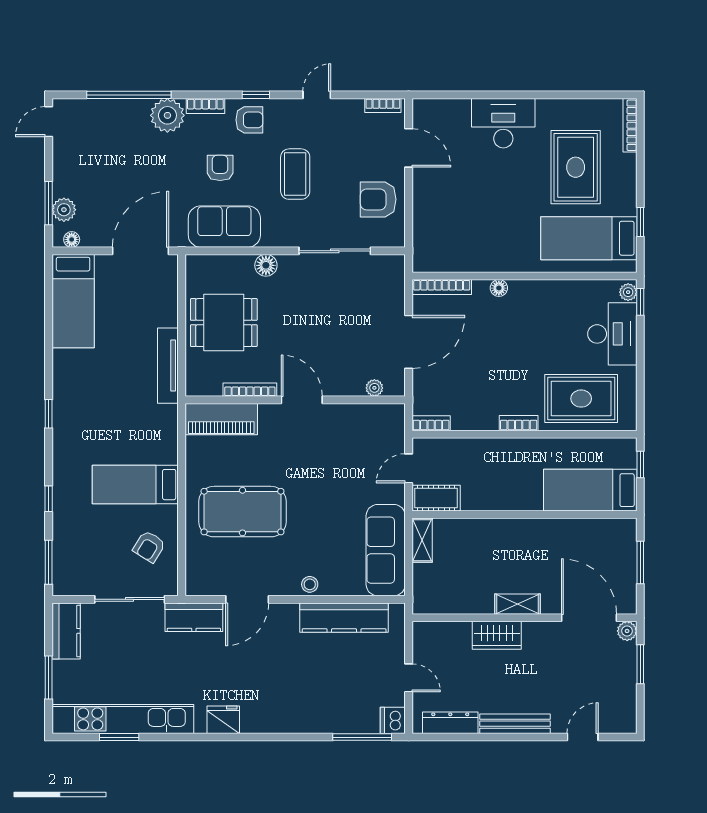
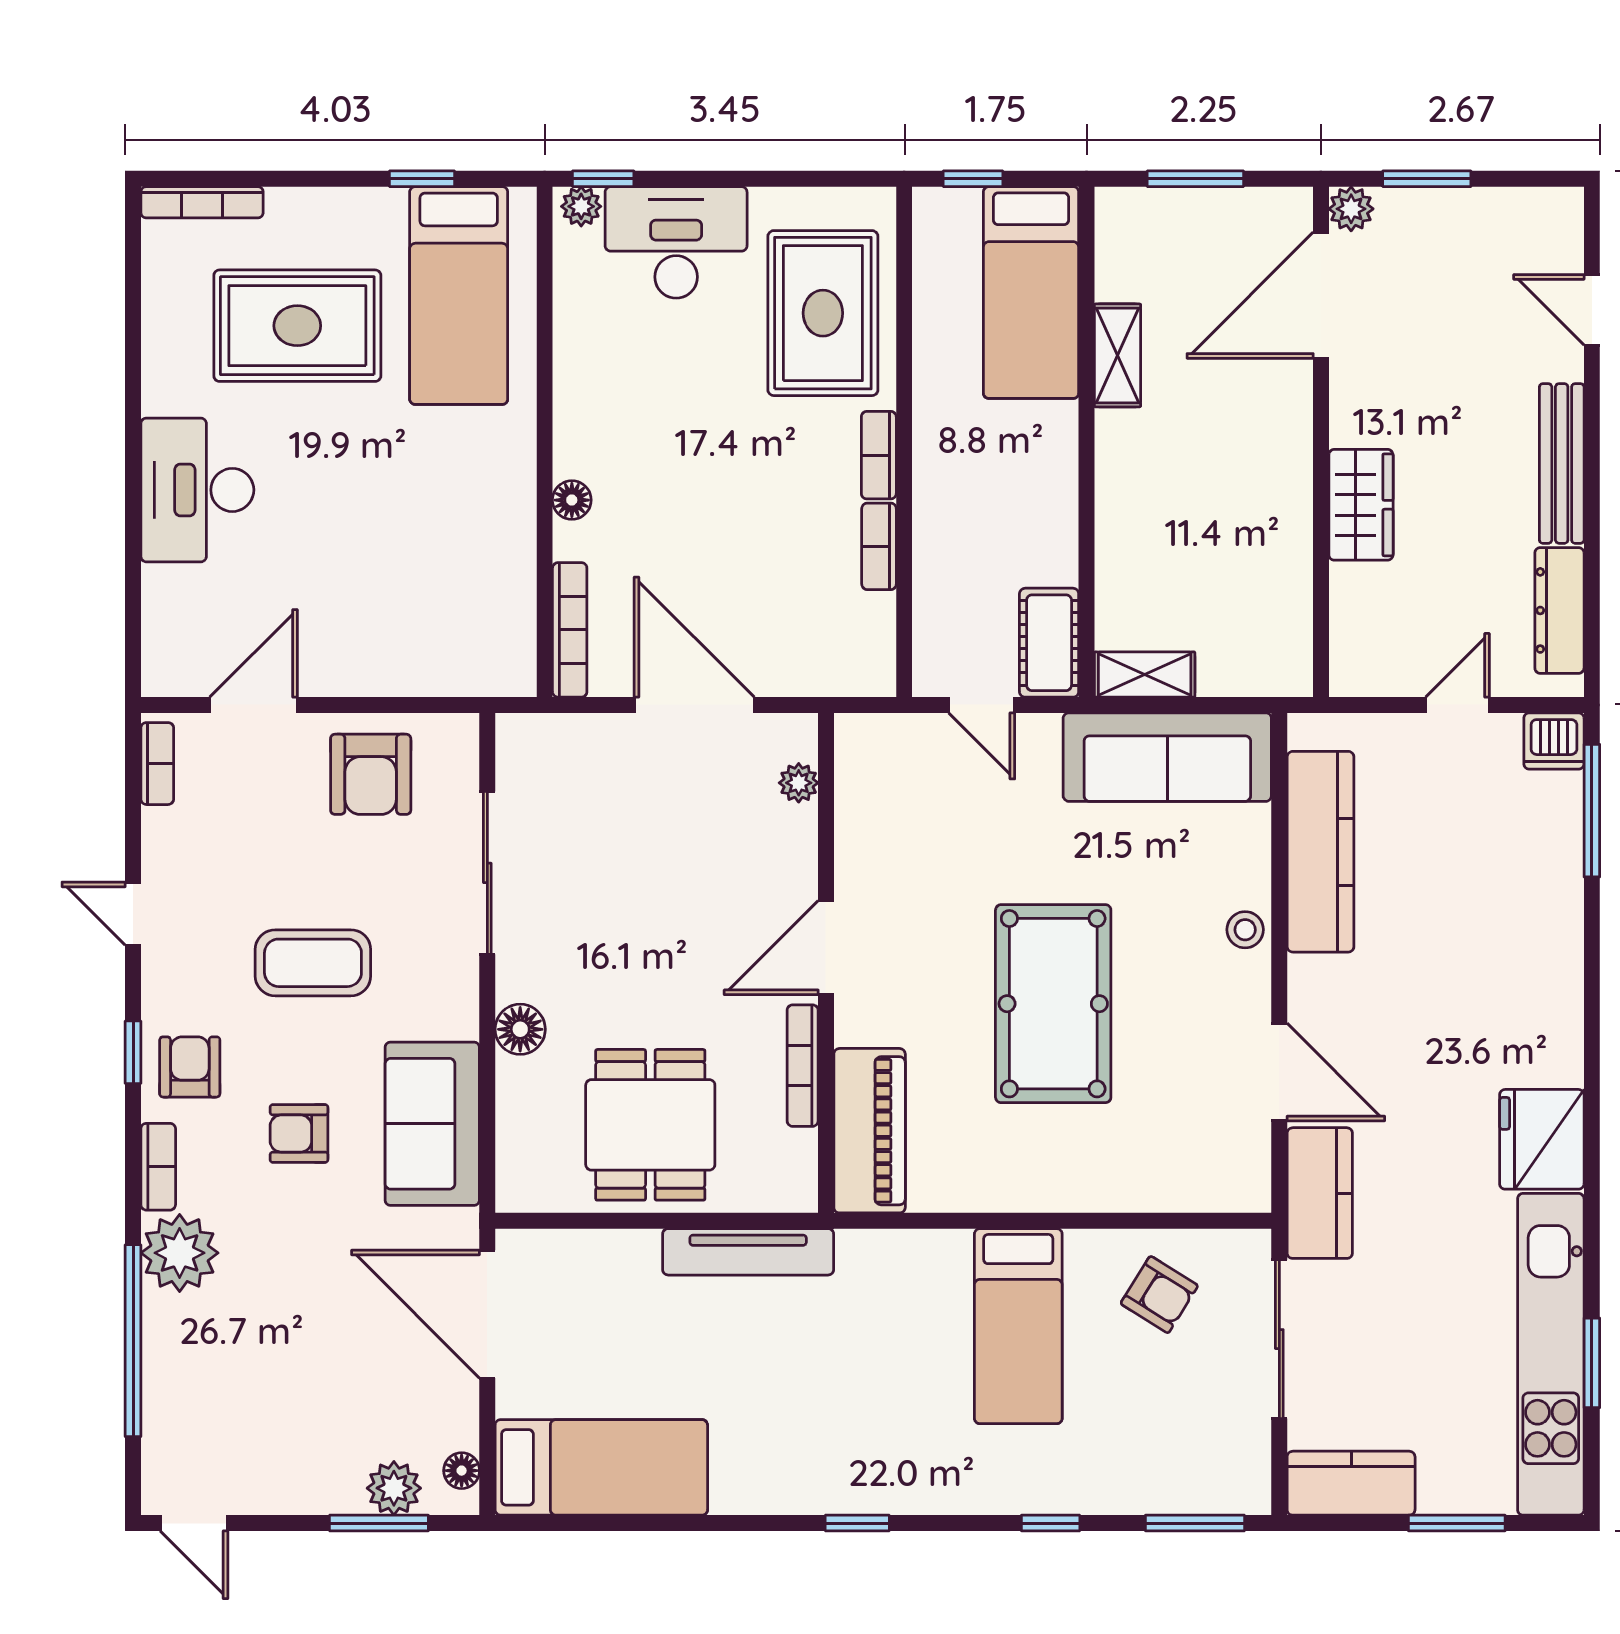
bookcase: (431, 423) -> (879, 546), moved
pool table: (242, 512) -> (1053, 1004), moved
shelving: (517, 604) -> (1117, 355), moved
fridge: (223, 720) -> (1542, 1139), width x1.36, depth x1.34

